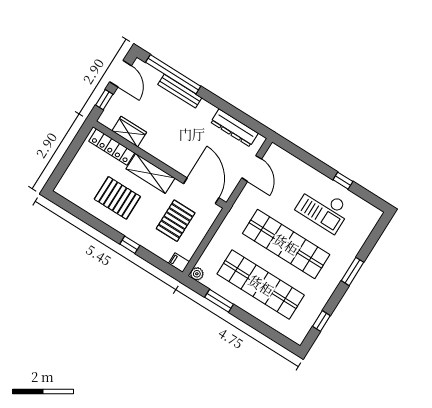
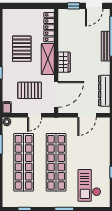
wardrobe: (129, 132) -> (64, 62), moved
checkout: (323, 208) -> (89, 185), moved
door: (211, 234) -> (35, 115), added

